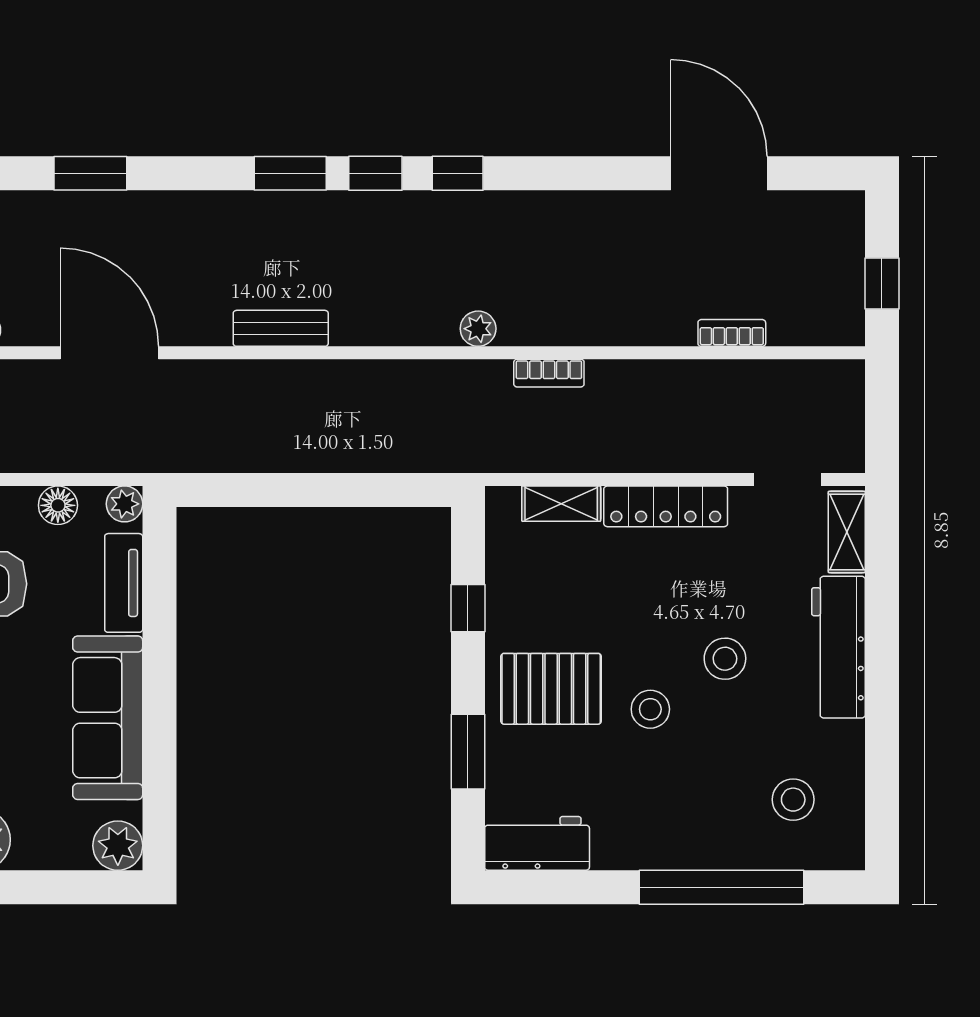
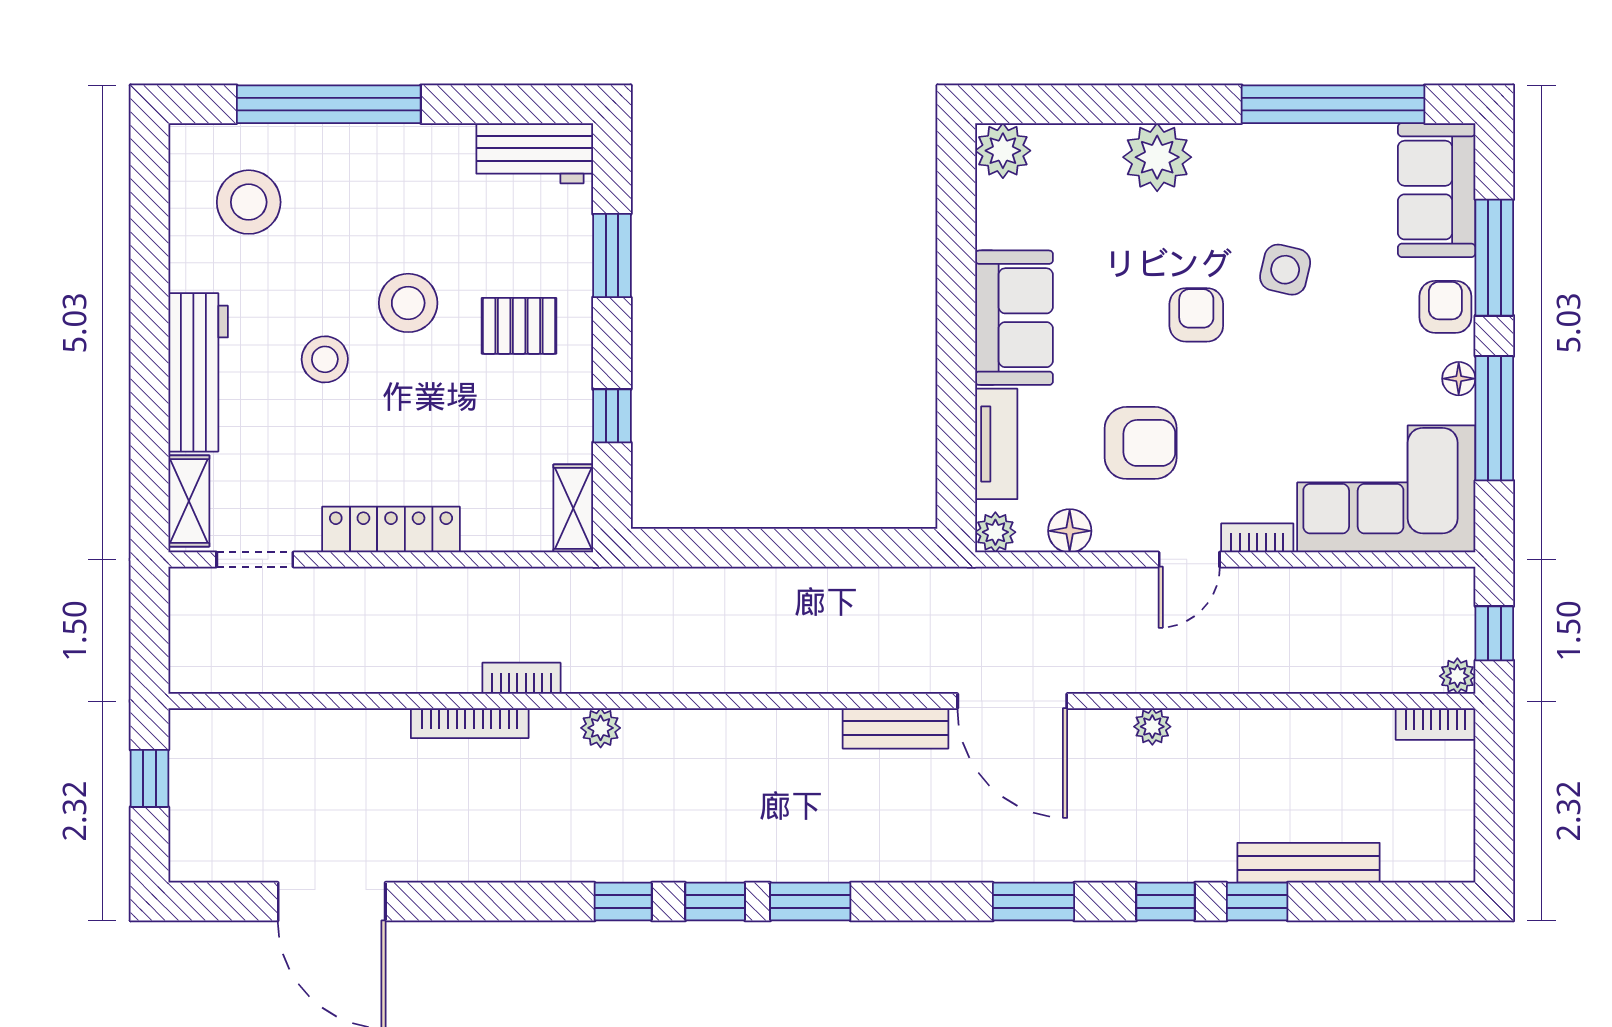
bench: (281, 328) -> (895, 728), moved
bookcase: (732, 333) -> (470, 723), moved, width x1.56
shelving: (561, 504) -> (573, 508), moved, turned 90
pallet: (551, 689) -> (519, 326), width x0.67, depth x0.71
stool: (650, 709) -> (408, 303), width x1.38, depth x1.38
sofa: (108, 718) -> (1014, 318), width x0.73
stool: (793, 800) -> (249, 202), width x1.38, depth x1.38

